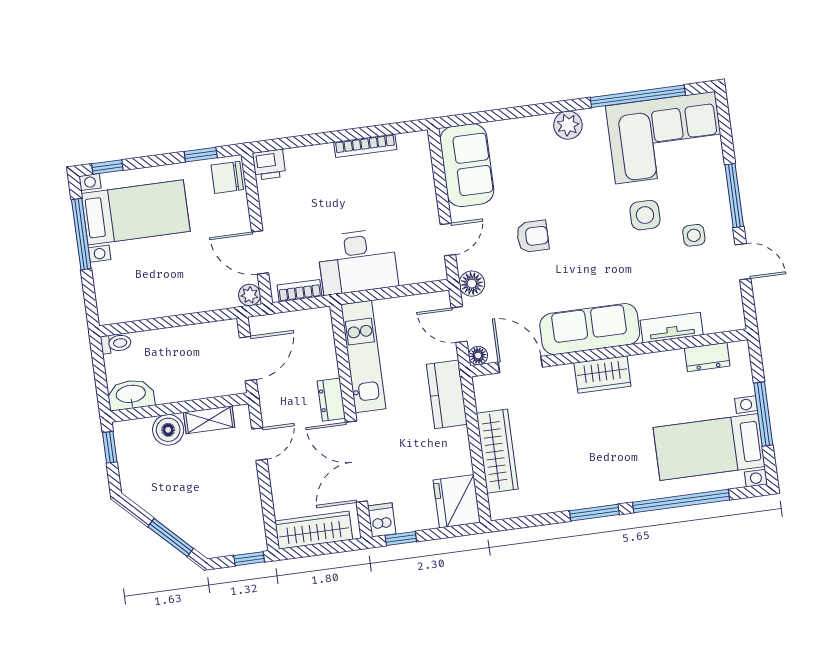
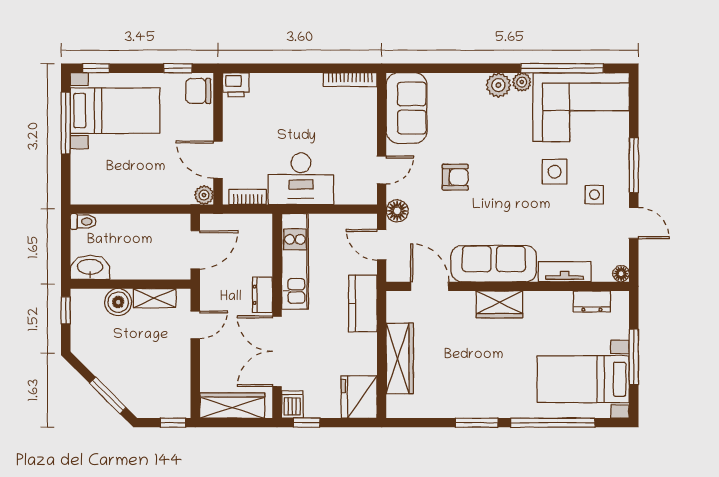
plant: (594, 118) -> (522, 82), added
bookcase: (365, 146) -> (350, 80), moved
floor lamp: (478, 356) -> (621, 274), moved

